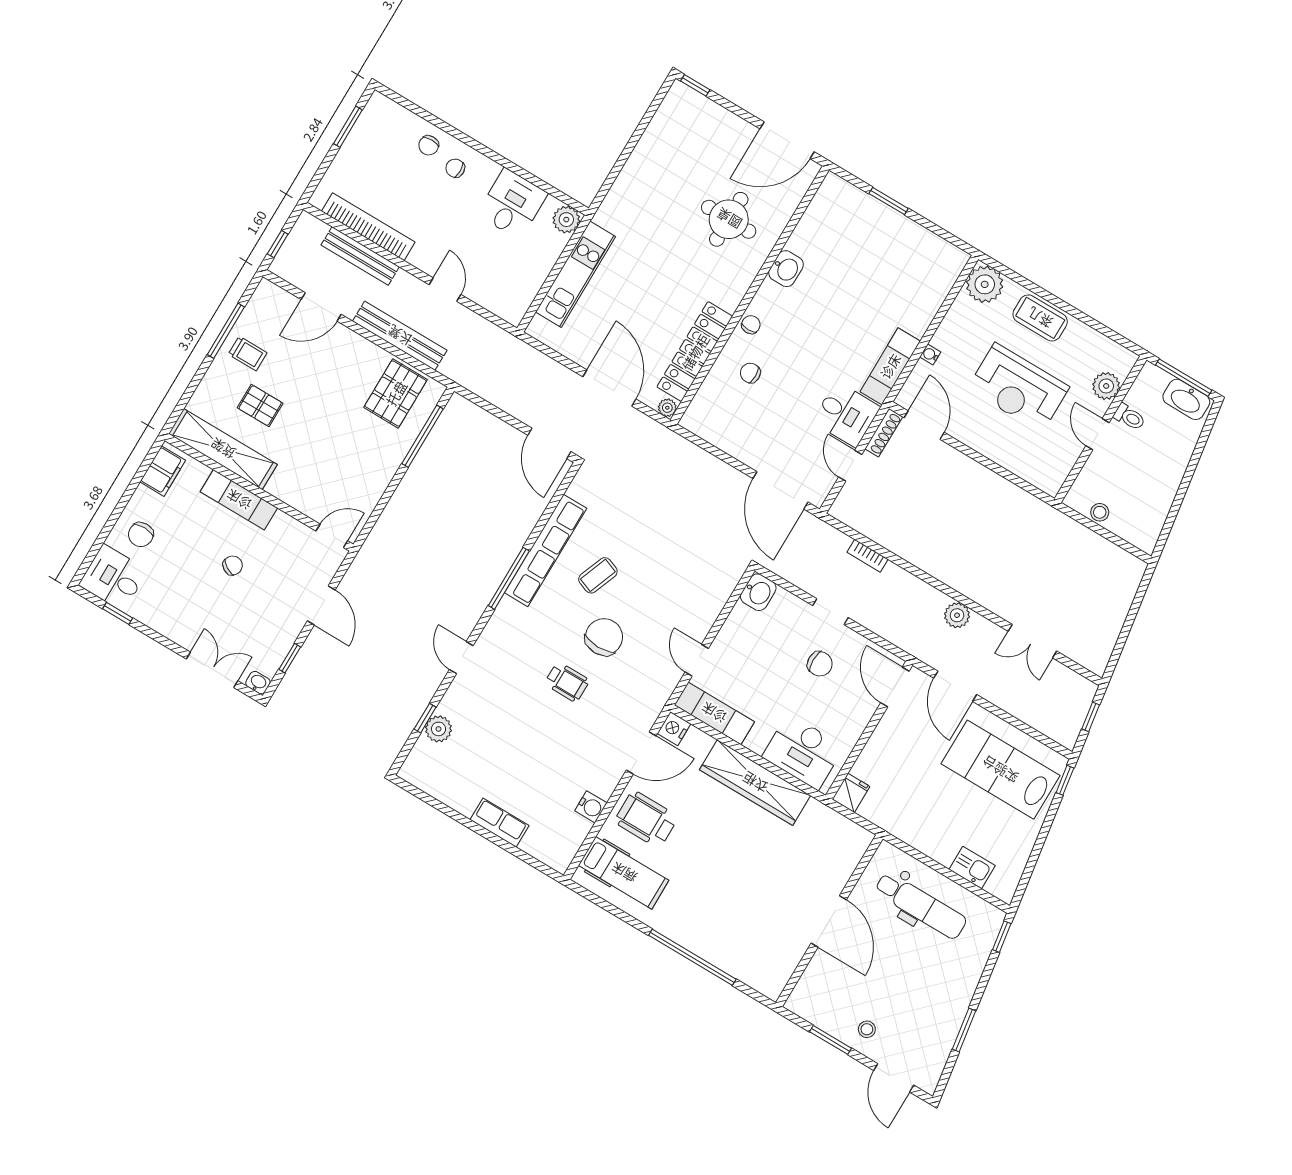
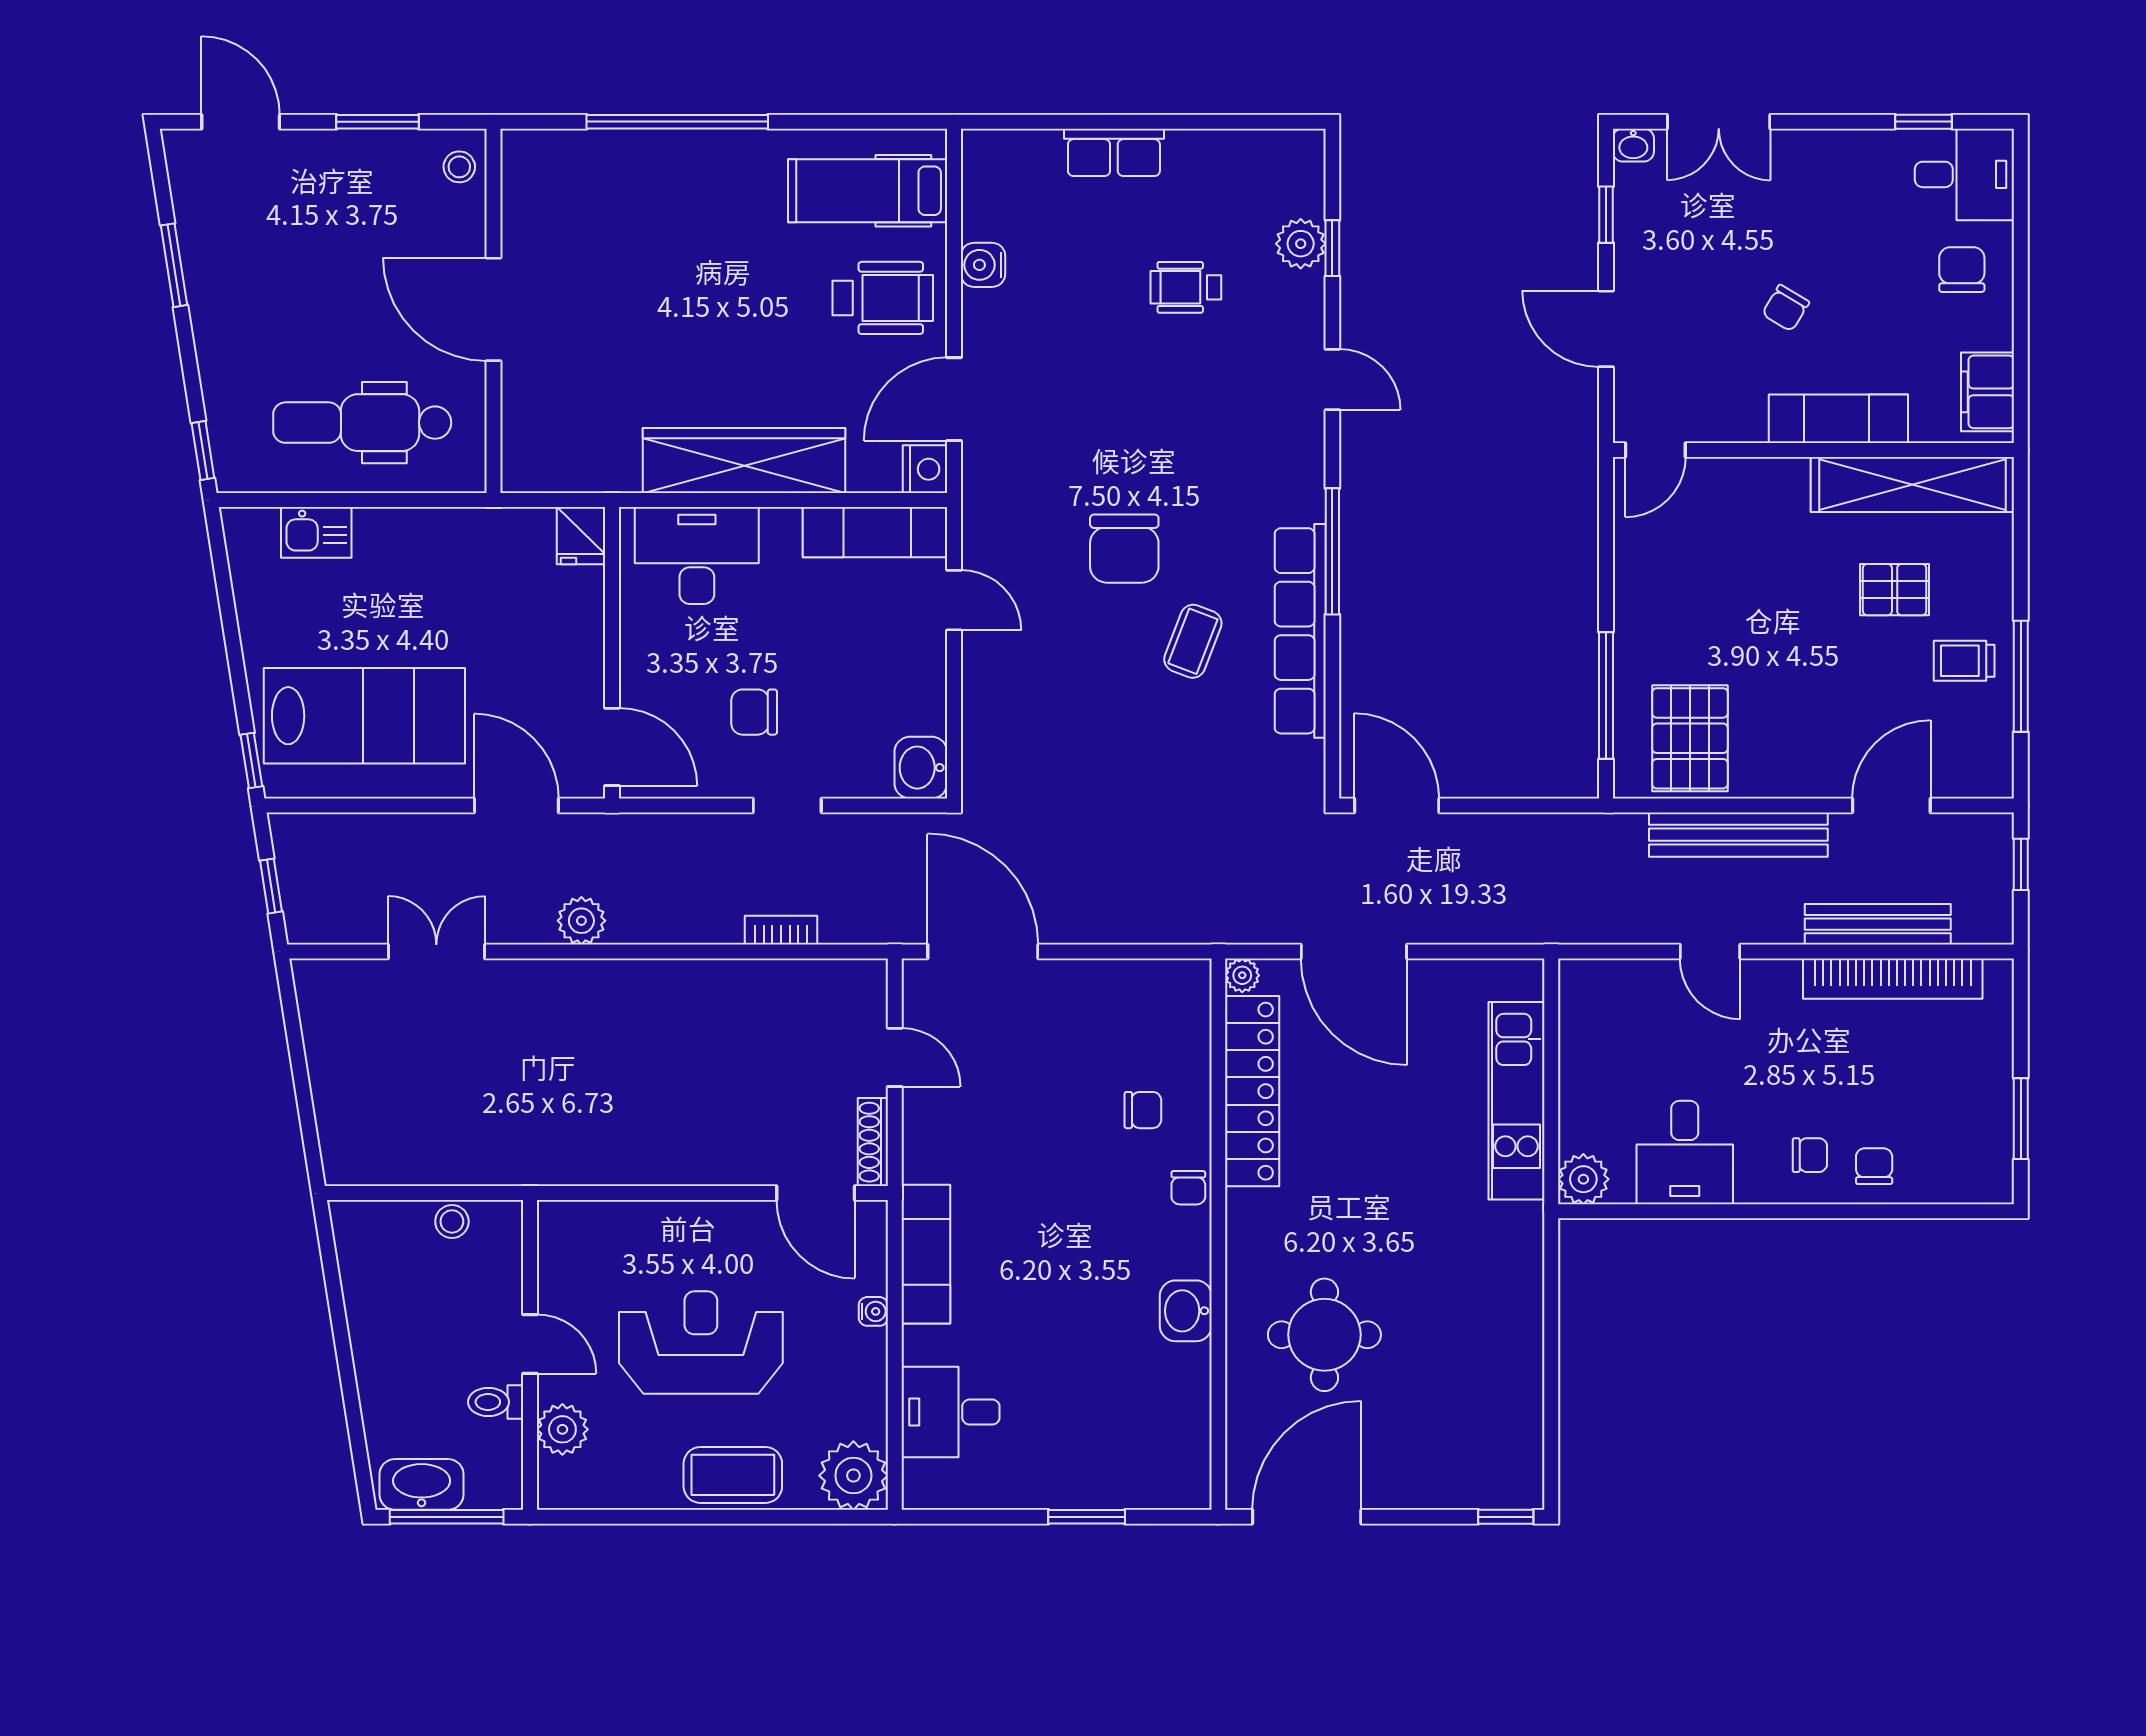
desk: (846, 414) -> (951, 1412), moved
wheelchair: (567, 682) -> (1186, 287), moved
stool: (867, 1029) -> (459, 167), moved

